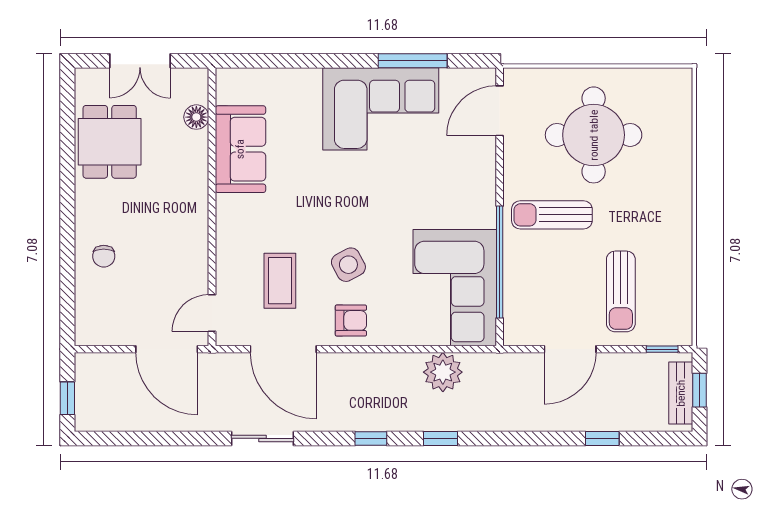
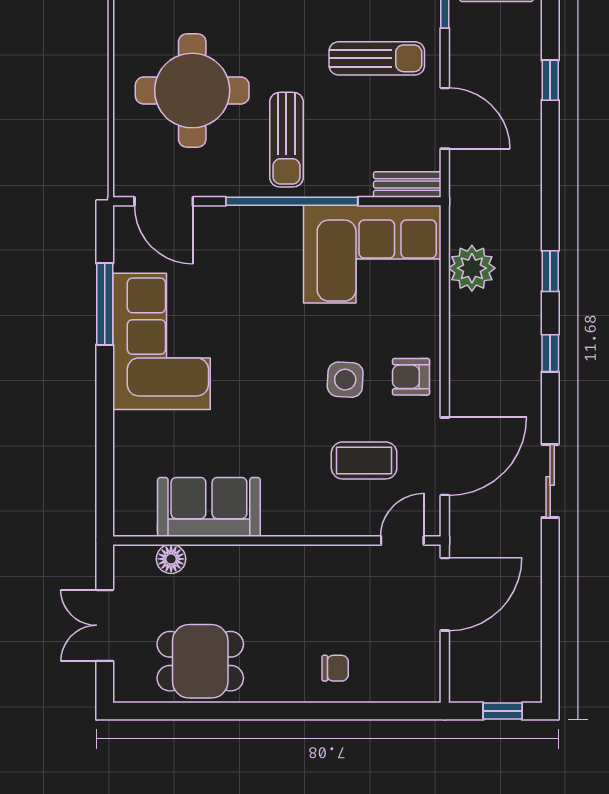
double door: (140, 61) -> (105, 625), swing flipped
window: (500, 262) -> (292, 201), moved
side table: (348, 265) -> (345, 380), turned 31
door: (212, 313) -> (402, 540), swing flipped
bench: (514, 317) -> (407, 185), added
armchair: (351, 320) -> (411, 377), turned -90

